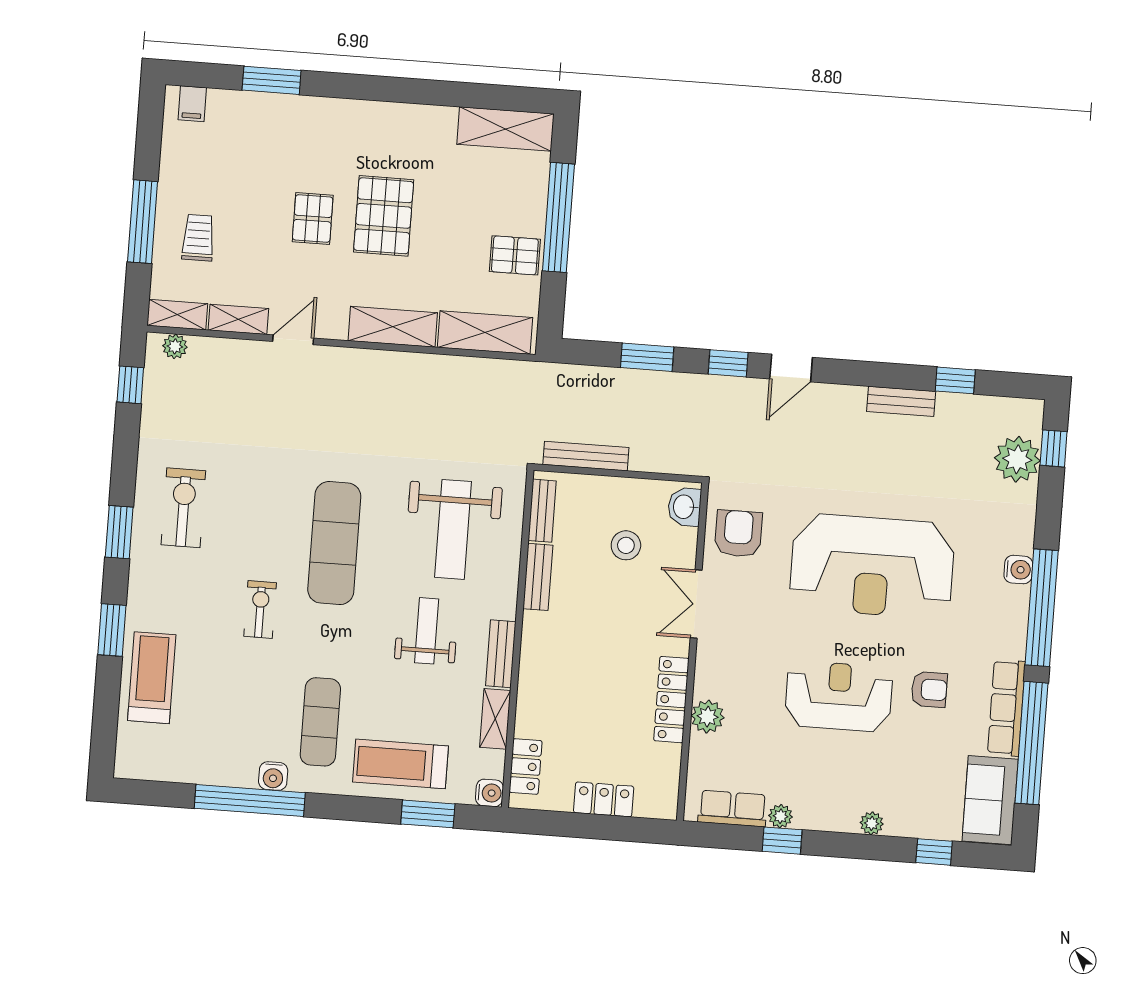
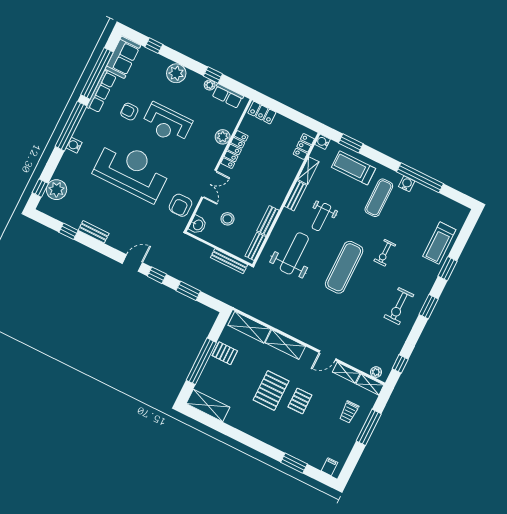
treadmill: (400, 764) -> (354, 168), turned 180
locker: (604, 799) -> (262, 113), moved
plant: (872, 823) -> (176, 73), width x1.87, depth x1.87

